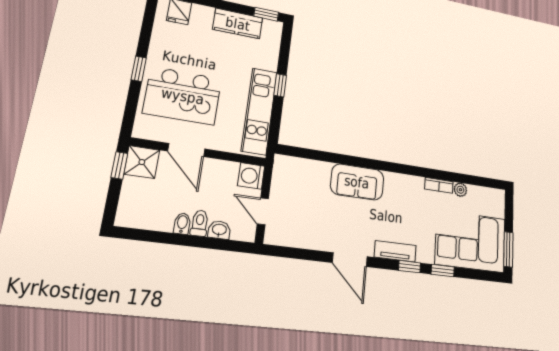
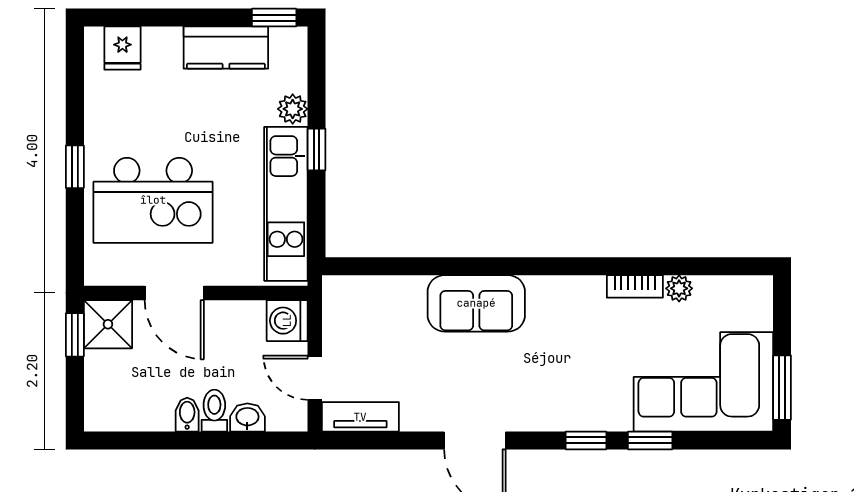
plant: (270, 62) -> (293, 109), added
tv unit: (395, 251) -> (360, 417), moved

